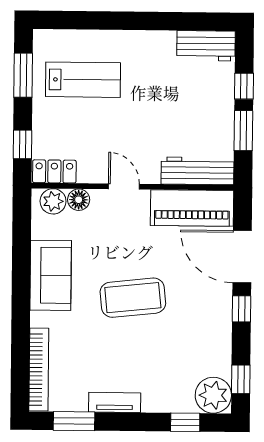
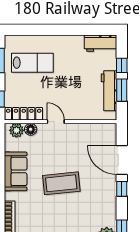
locker: (54, 171) -> (24, 114), width x1.53
workbench: (198, 171) -> (109, 91), moved, turned -90
piano: (192, 208) -> (94, 133), removed

